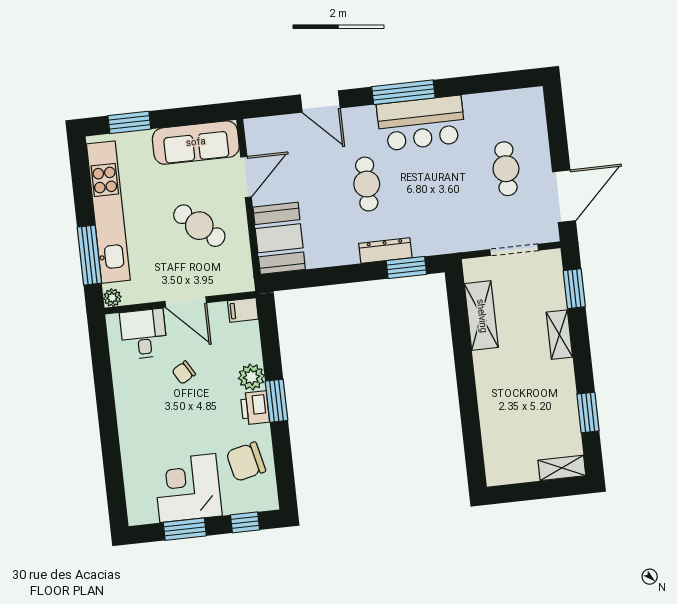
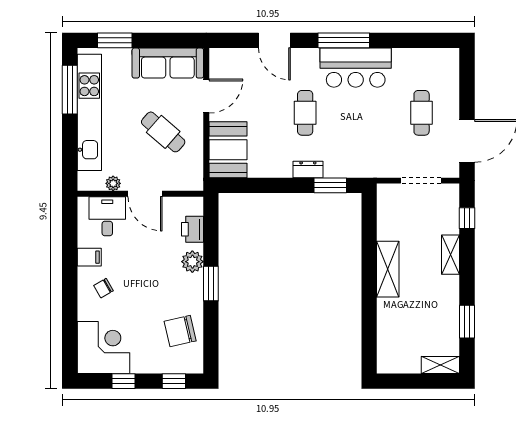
dresser: (385, 251) -> (308, 169), width x0.70
window: (89, 255) -> (70, 90), moved
window: (574, 289) -> (467, 218), width x0.67
plant: (112, 298) -> (113, 183), moved
filing cabinet: (243, 310) -> (89, 257), moved, turned 180
shelving: (481, 316) -> (388, 269), moved
chair: (184, 373) -> (104, 288), moved
printer: (255, 408) -> (193, 229), moved
corner desk: (188, 488) -> (103, 347), moved, turned 90
window: (185, 529) -> (124, 381), width x0.67

